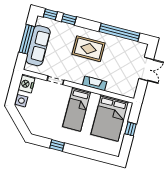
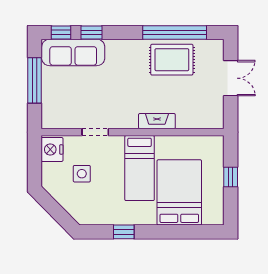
sofa: (38, 46) -> (73, 52), moved, turned 90
rug: (89, 49) -> (172, 60), moved
side table: (21, 101) -> (82, 174), moved
bed: (110, 118) -> (179, 192), moved, turned 180

